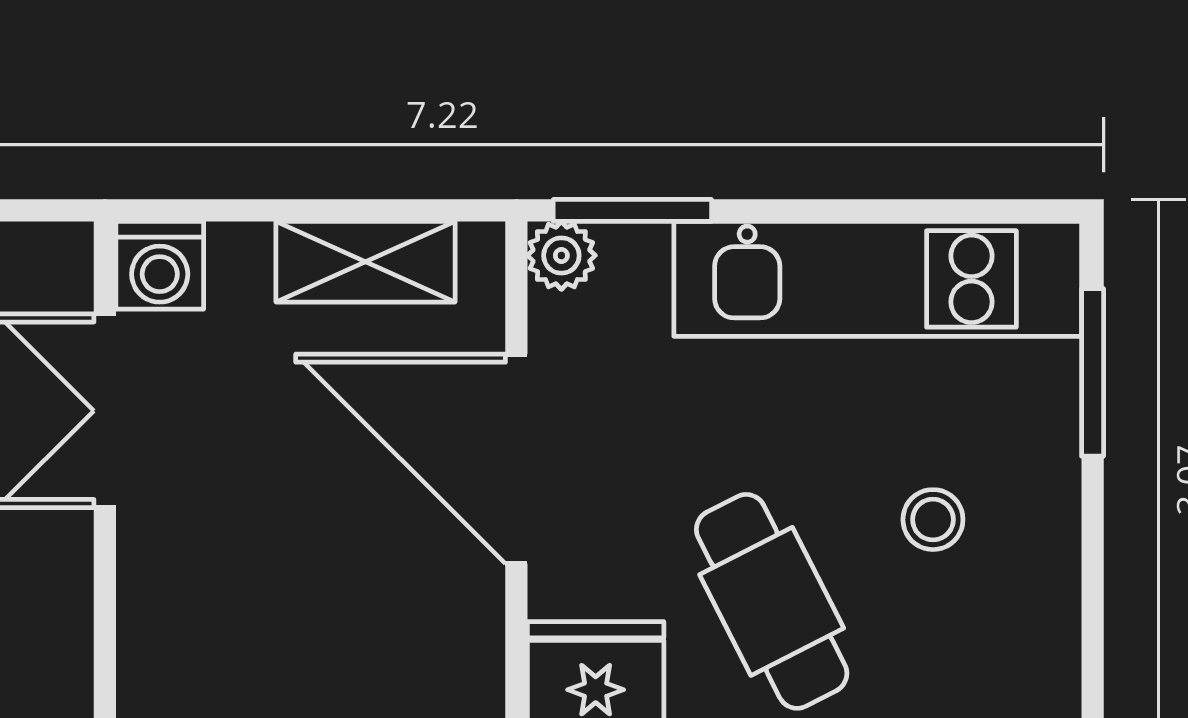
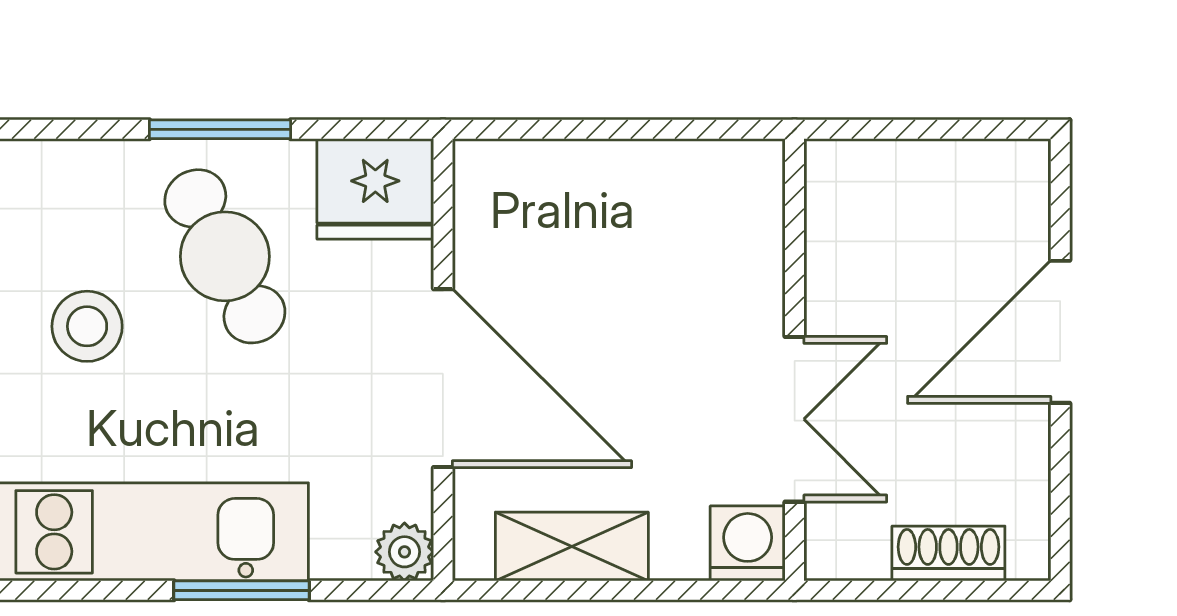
window: (632, 210) -> (241, 590), moved
stool: (933, 520) -> (87, 326), width x1.37, depth x1.37

